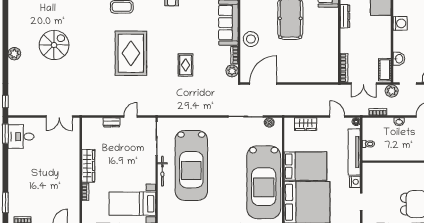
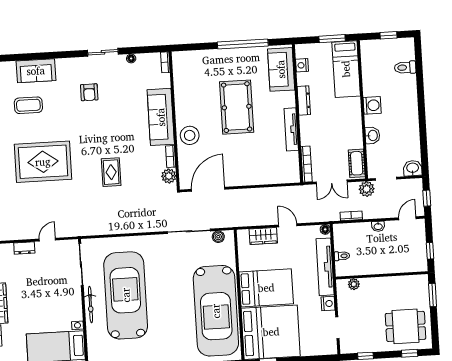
tv unit: (333, 39) -> (291, 129), added
rug: (131, 53) -> (43, 162), turned 90
washbasin: (399, 59) -> (372, 135), moved
door: (337, 117) -> (288, 225), moved
car: (191, 165) -> (126, 295), turned 180
plant: (377, 167) -> (354, 284), added

